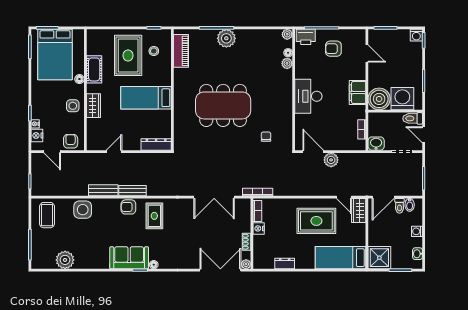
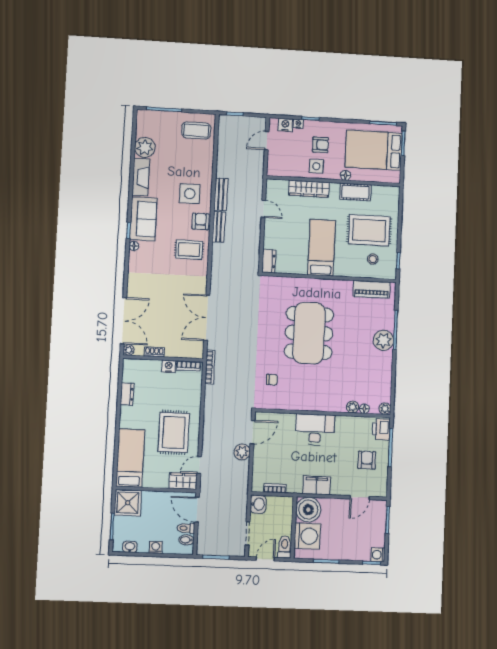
wardrobe: (94, 106) -> (309, 189), width x1.50
armchair: (71, 141) -> (320, 145), moved
dresser: (156, 144) -> (269, 261), width x0.70
side table: (83, 210) -> (190, 194), moved
fireplace: (92, 262) -> (141, 177), added

